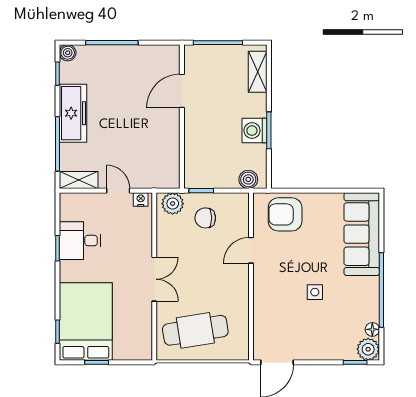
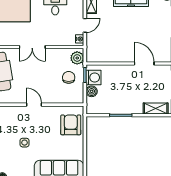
washing machine: (254, 131) -> (93, 77), moved, turned 90
boiler: (248, 179) -> (92, 91), moved
door: (251, 250) -> (34, 105), moved

